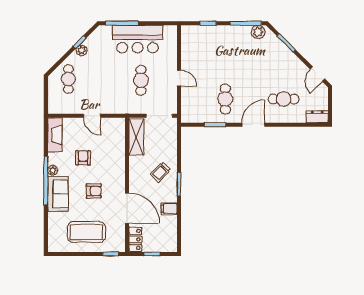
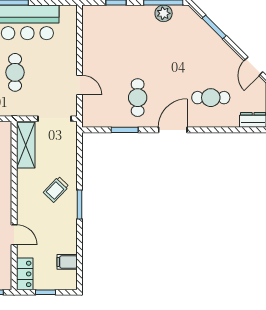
plant: (258, 32) -> (164, 13), moved
door: (179, 78) -> (79, 85), moved
cafe table: (141, 80) -> (15, 72), moved
door: (127, 208) -> (14, 235), width x0.53
filing cabinet: (169, 209) -> (67, 262), moved

